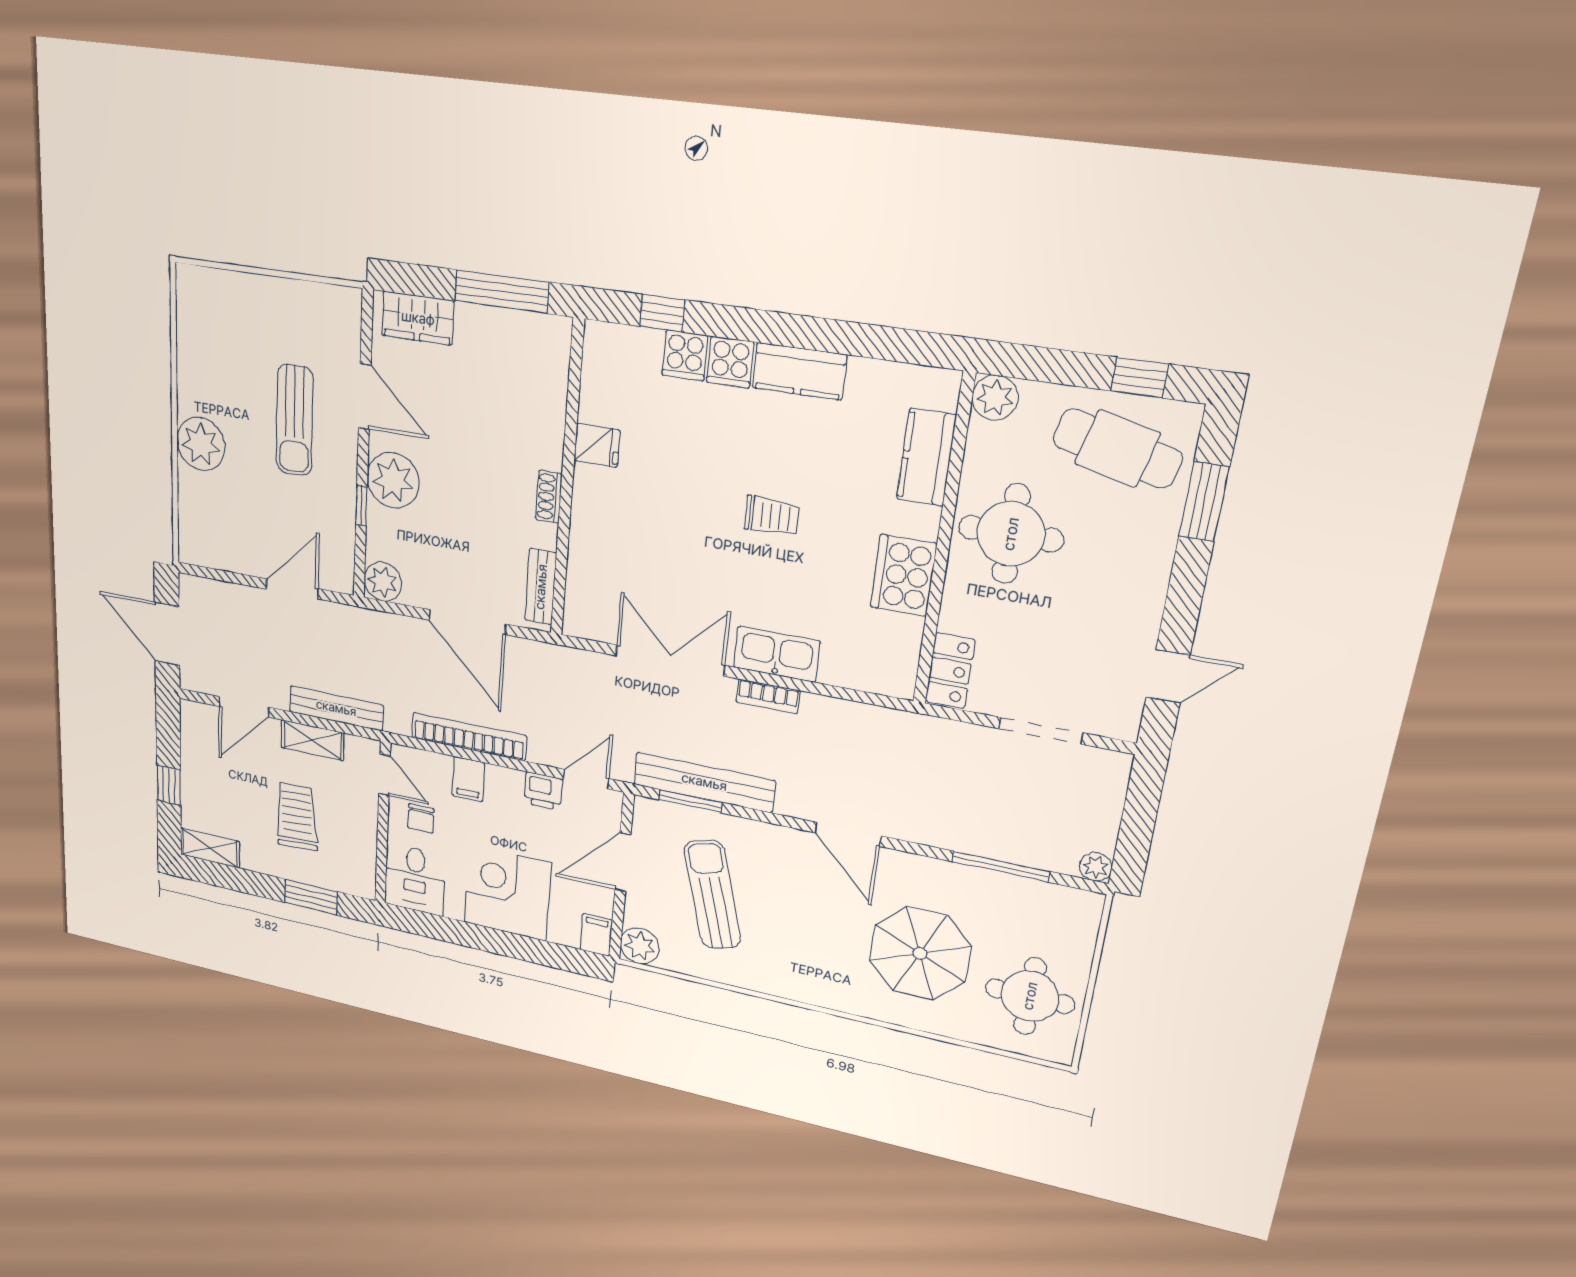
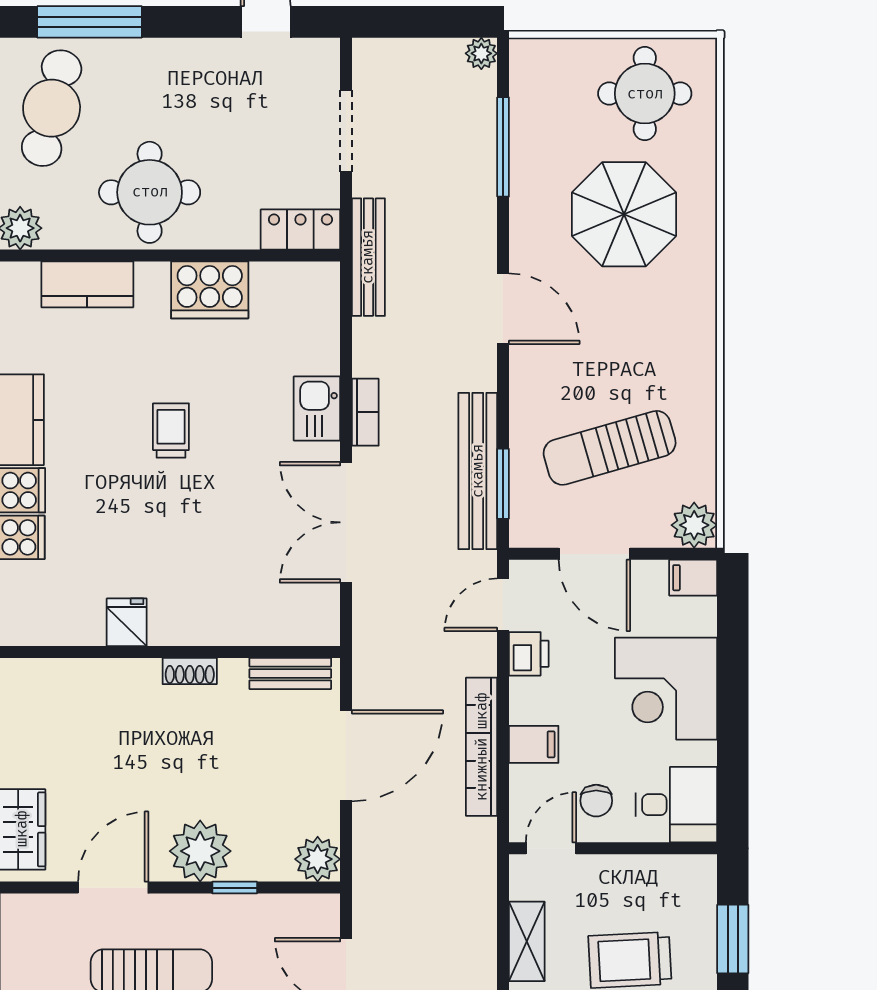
window: (1204, 502) -> (90, 22), width x1.44
kitchen sink: (777, 654) -> (317, 408), width x0.73
bench: (336, 708) -> (368, 257), moved
door: (586, 779) -> (503, 605), hinge flipped
chair: (421, 819) -> (596, 801), turned 90
door: (848, 834) -> (503, 309), hinge flipped

